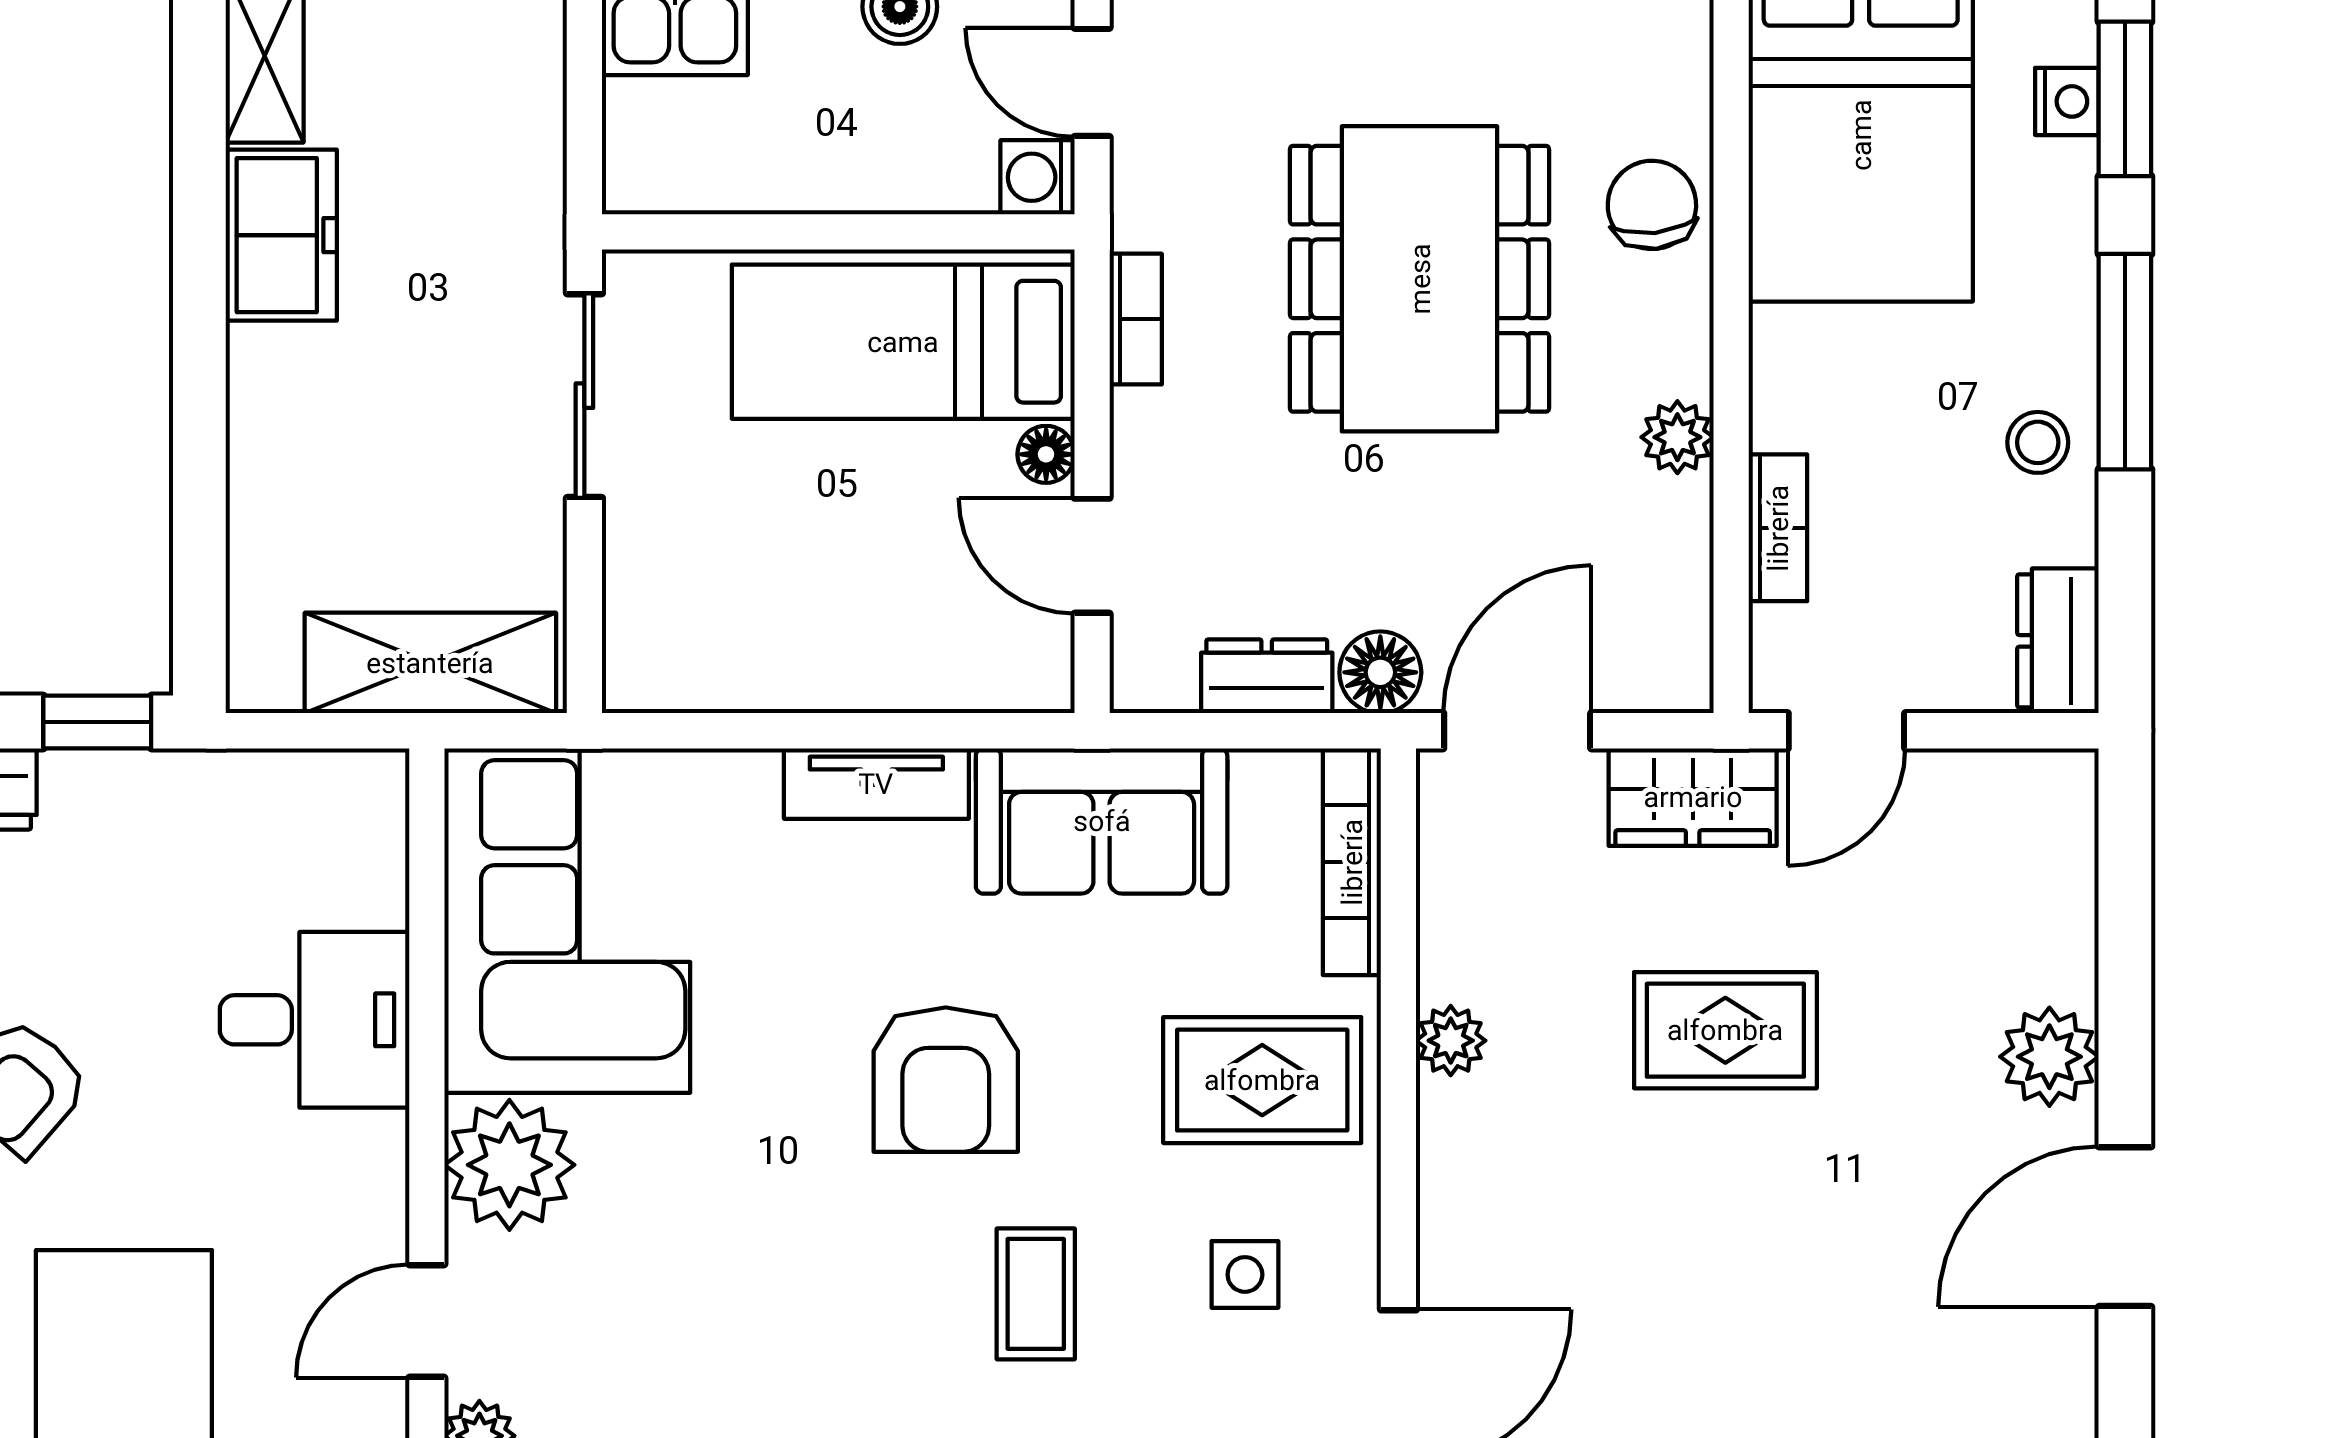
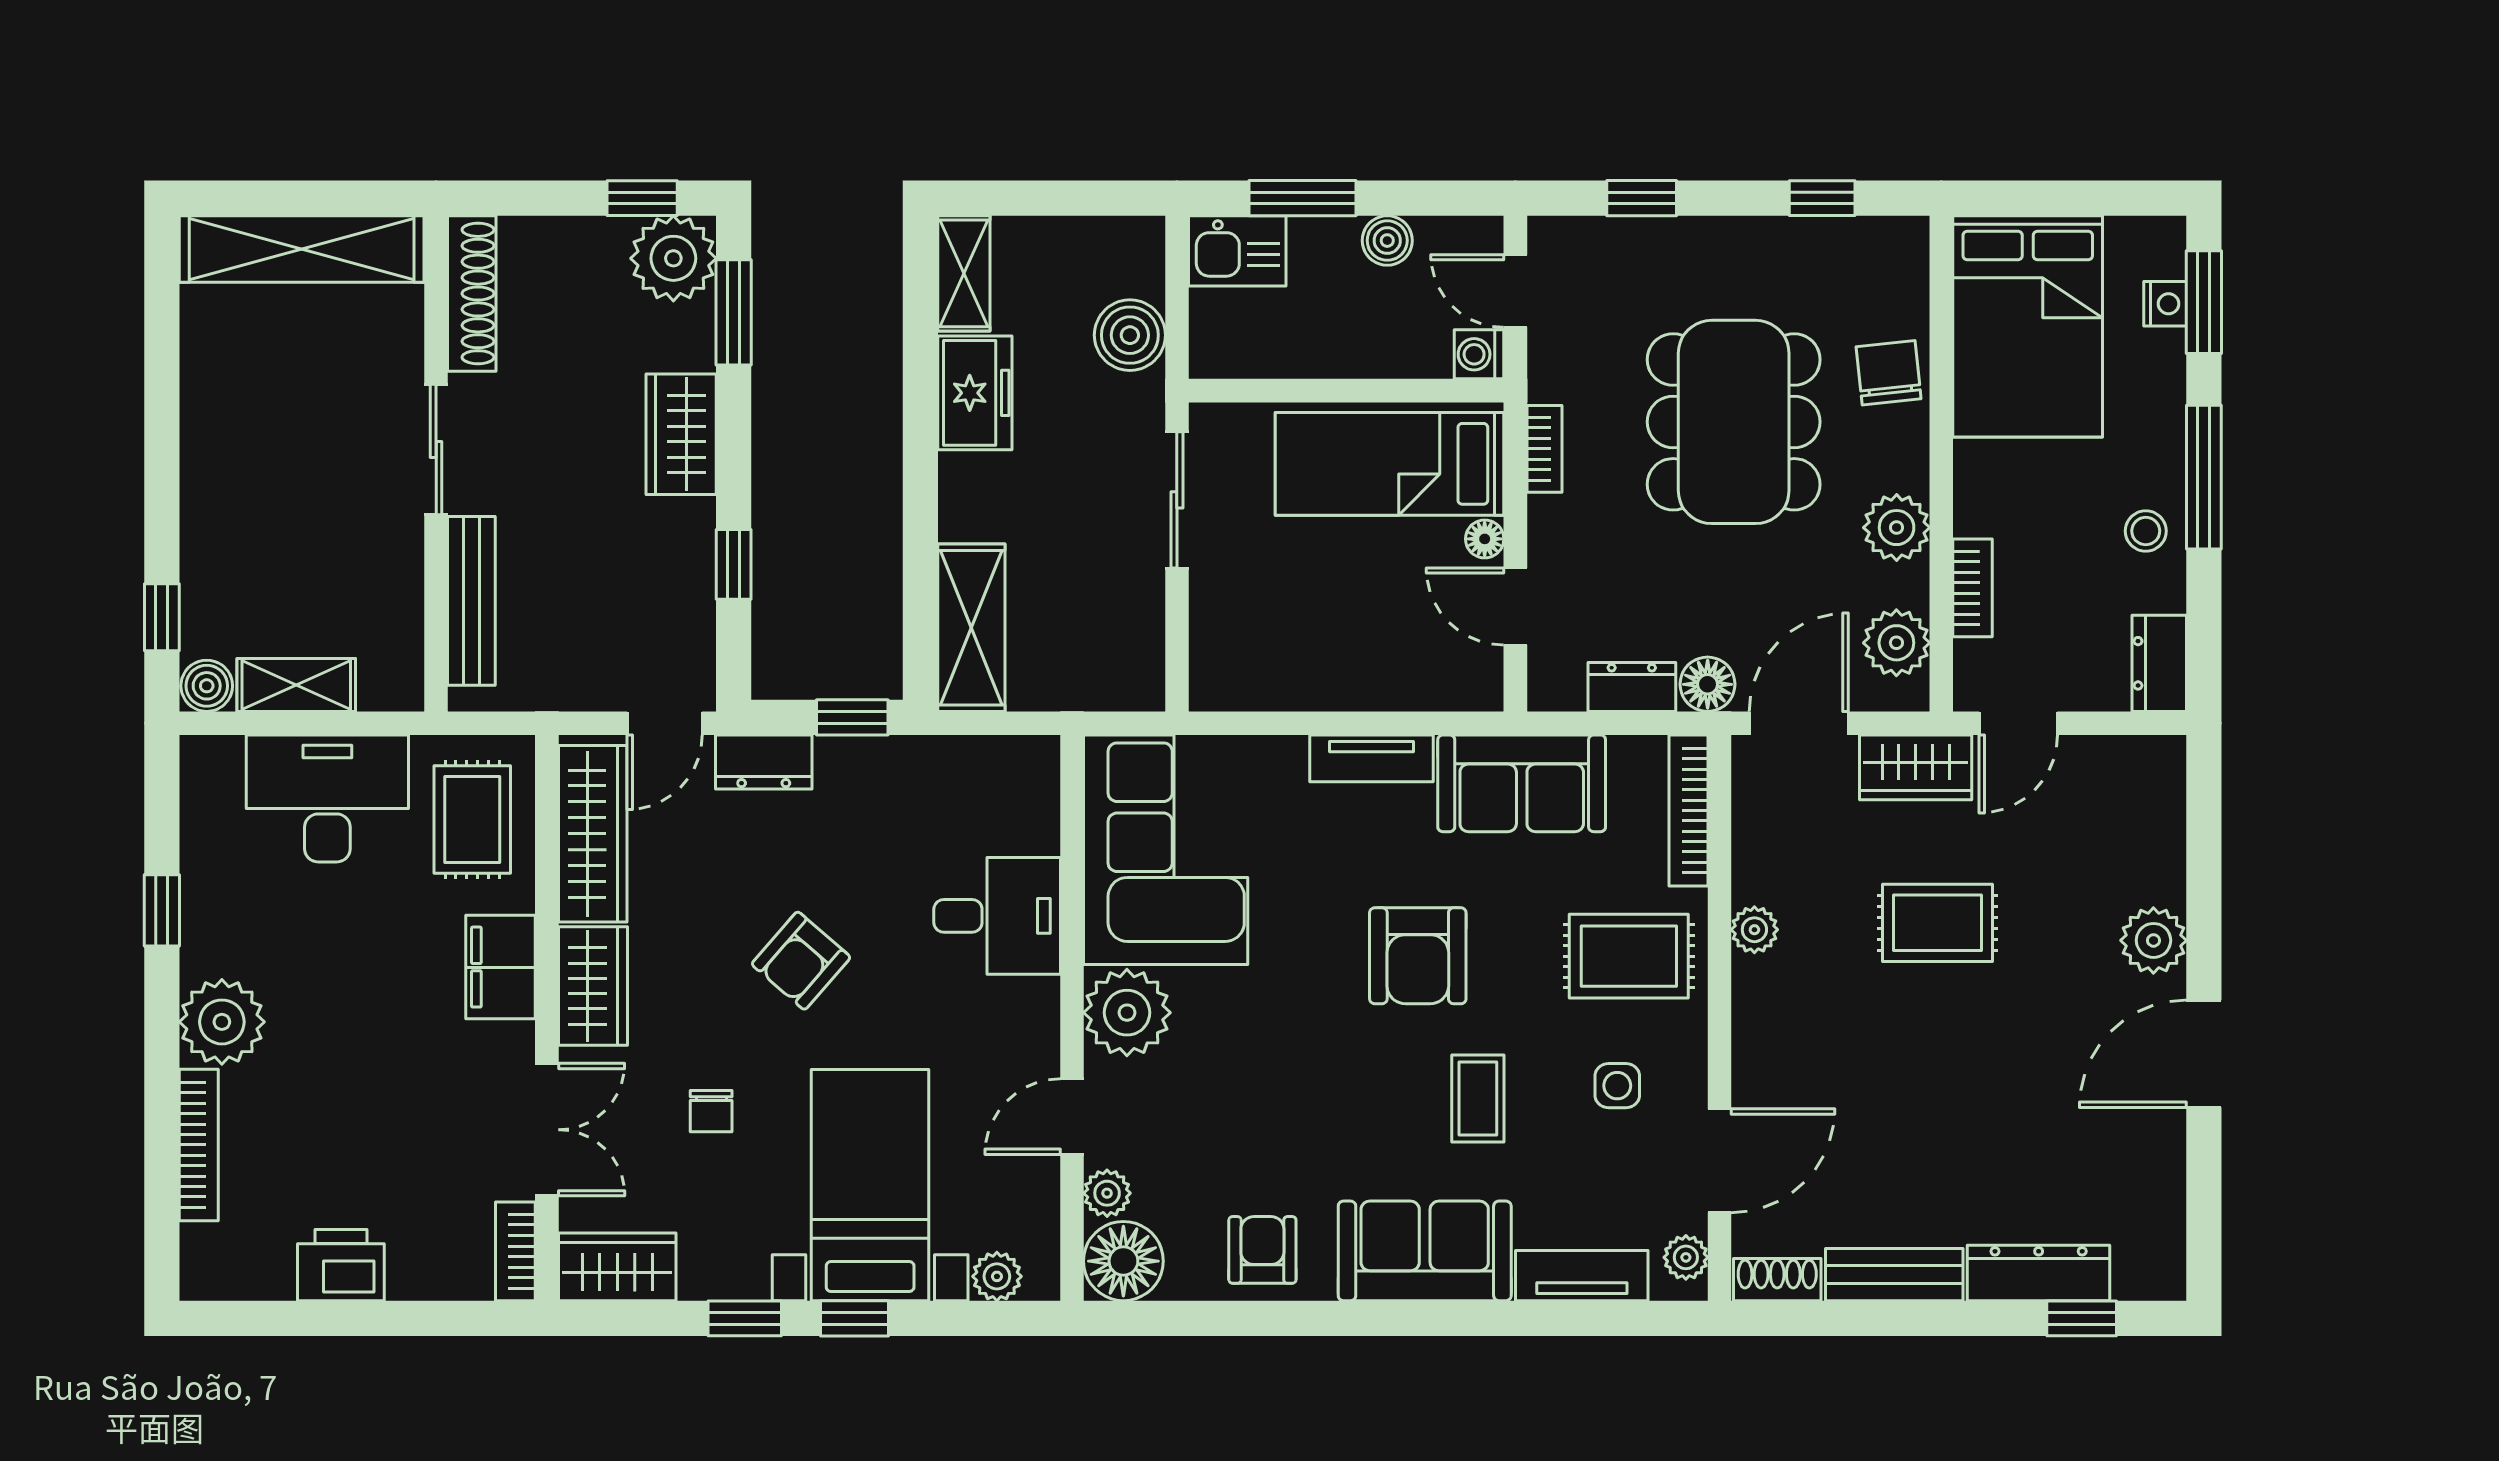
boiler: (514, 149) -> (1130, 335), added
plant: (1677, 437) -> (1897, 528), width x1.38, depth x1.38
plant: (1664, 610) -> (1896, 643), added
shelving: (430, 663) -> (971, 628), moved, turned 90

